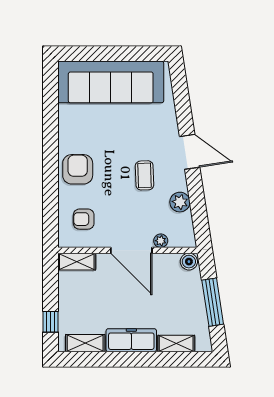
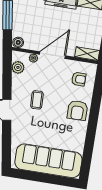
plant: (180, 202) -> (18, 67), moved
door: (131, 250) -> (52, 55), hinge flipped

